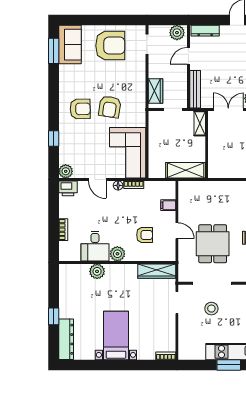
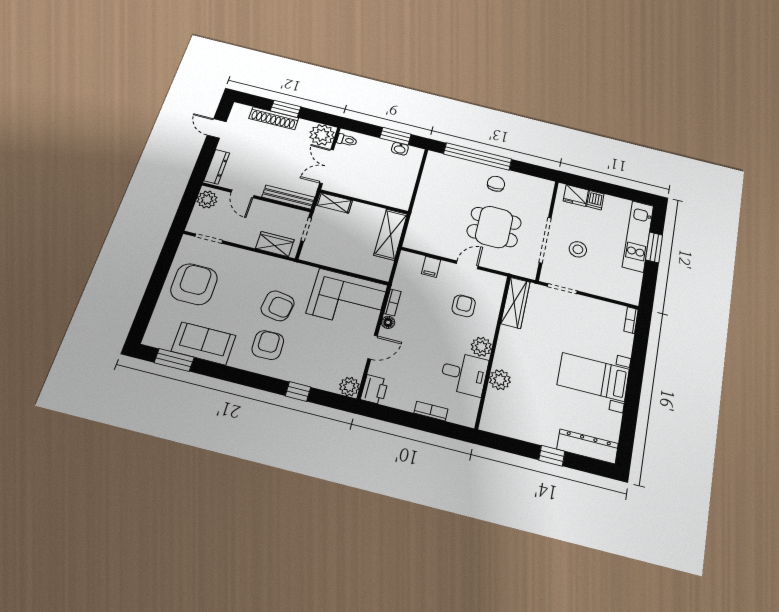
sofa: (70, 45) -> (204, 343), moved

